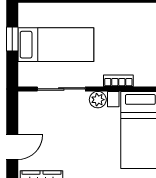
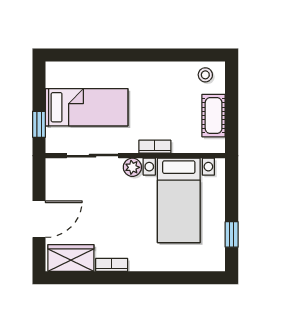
window: (12, 39) -> (39, 124), moved
door: (12, 147) -> (39, 219), width x1.38

